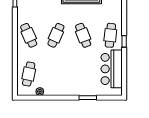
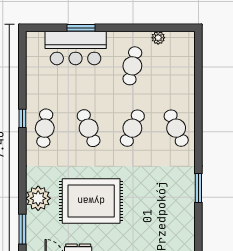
bar counter: (112, 69) -> (76, 48), moved, turned 90
cafe table: (29, 74) -> (132, 66), moved

